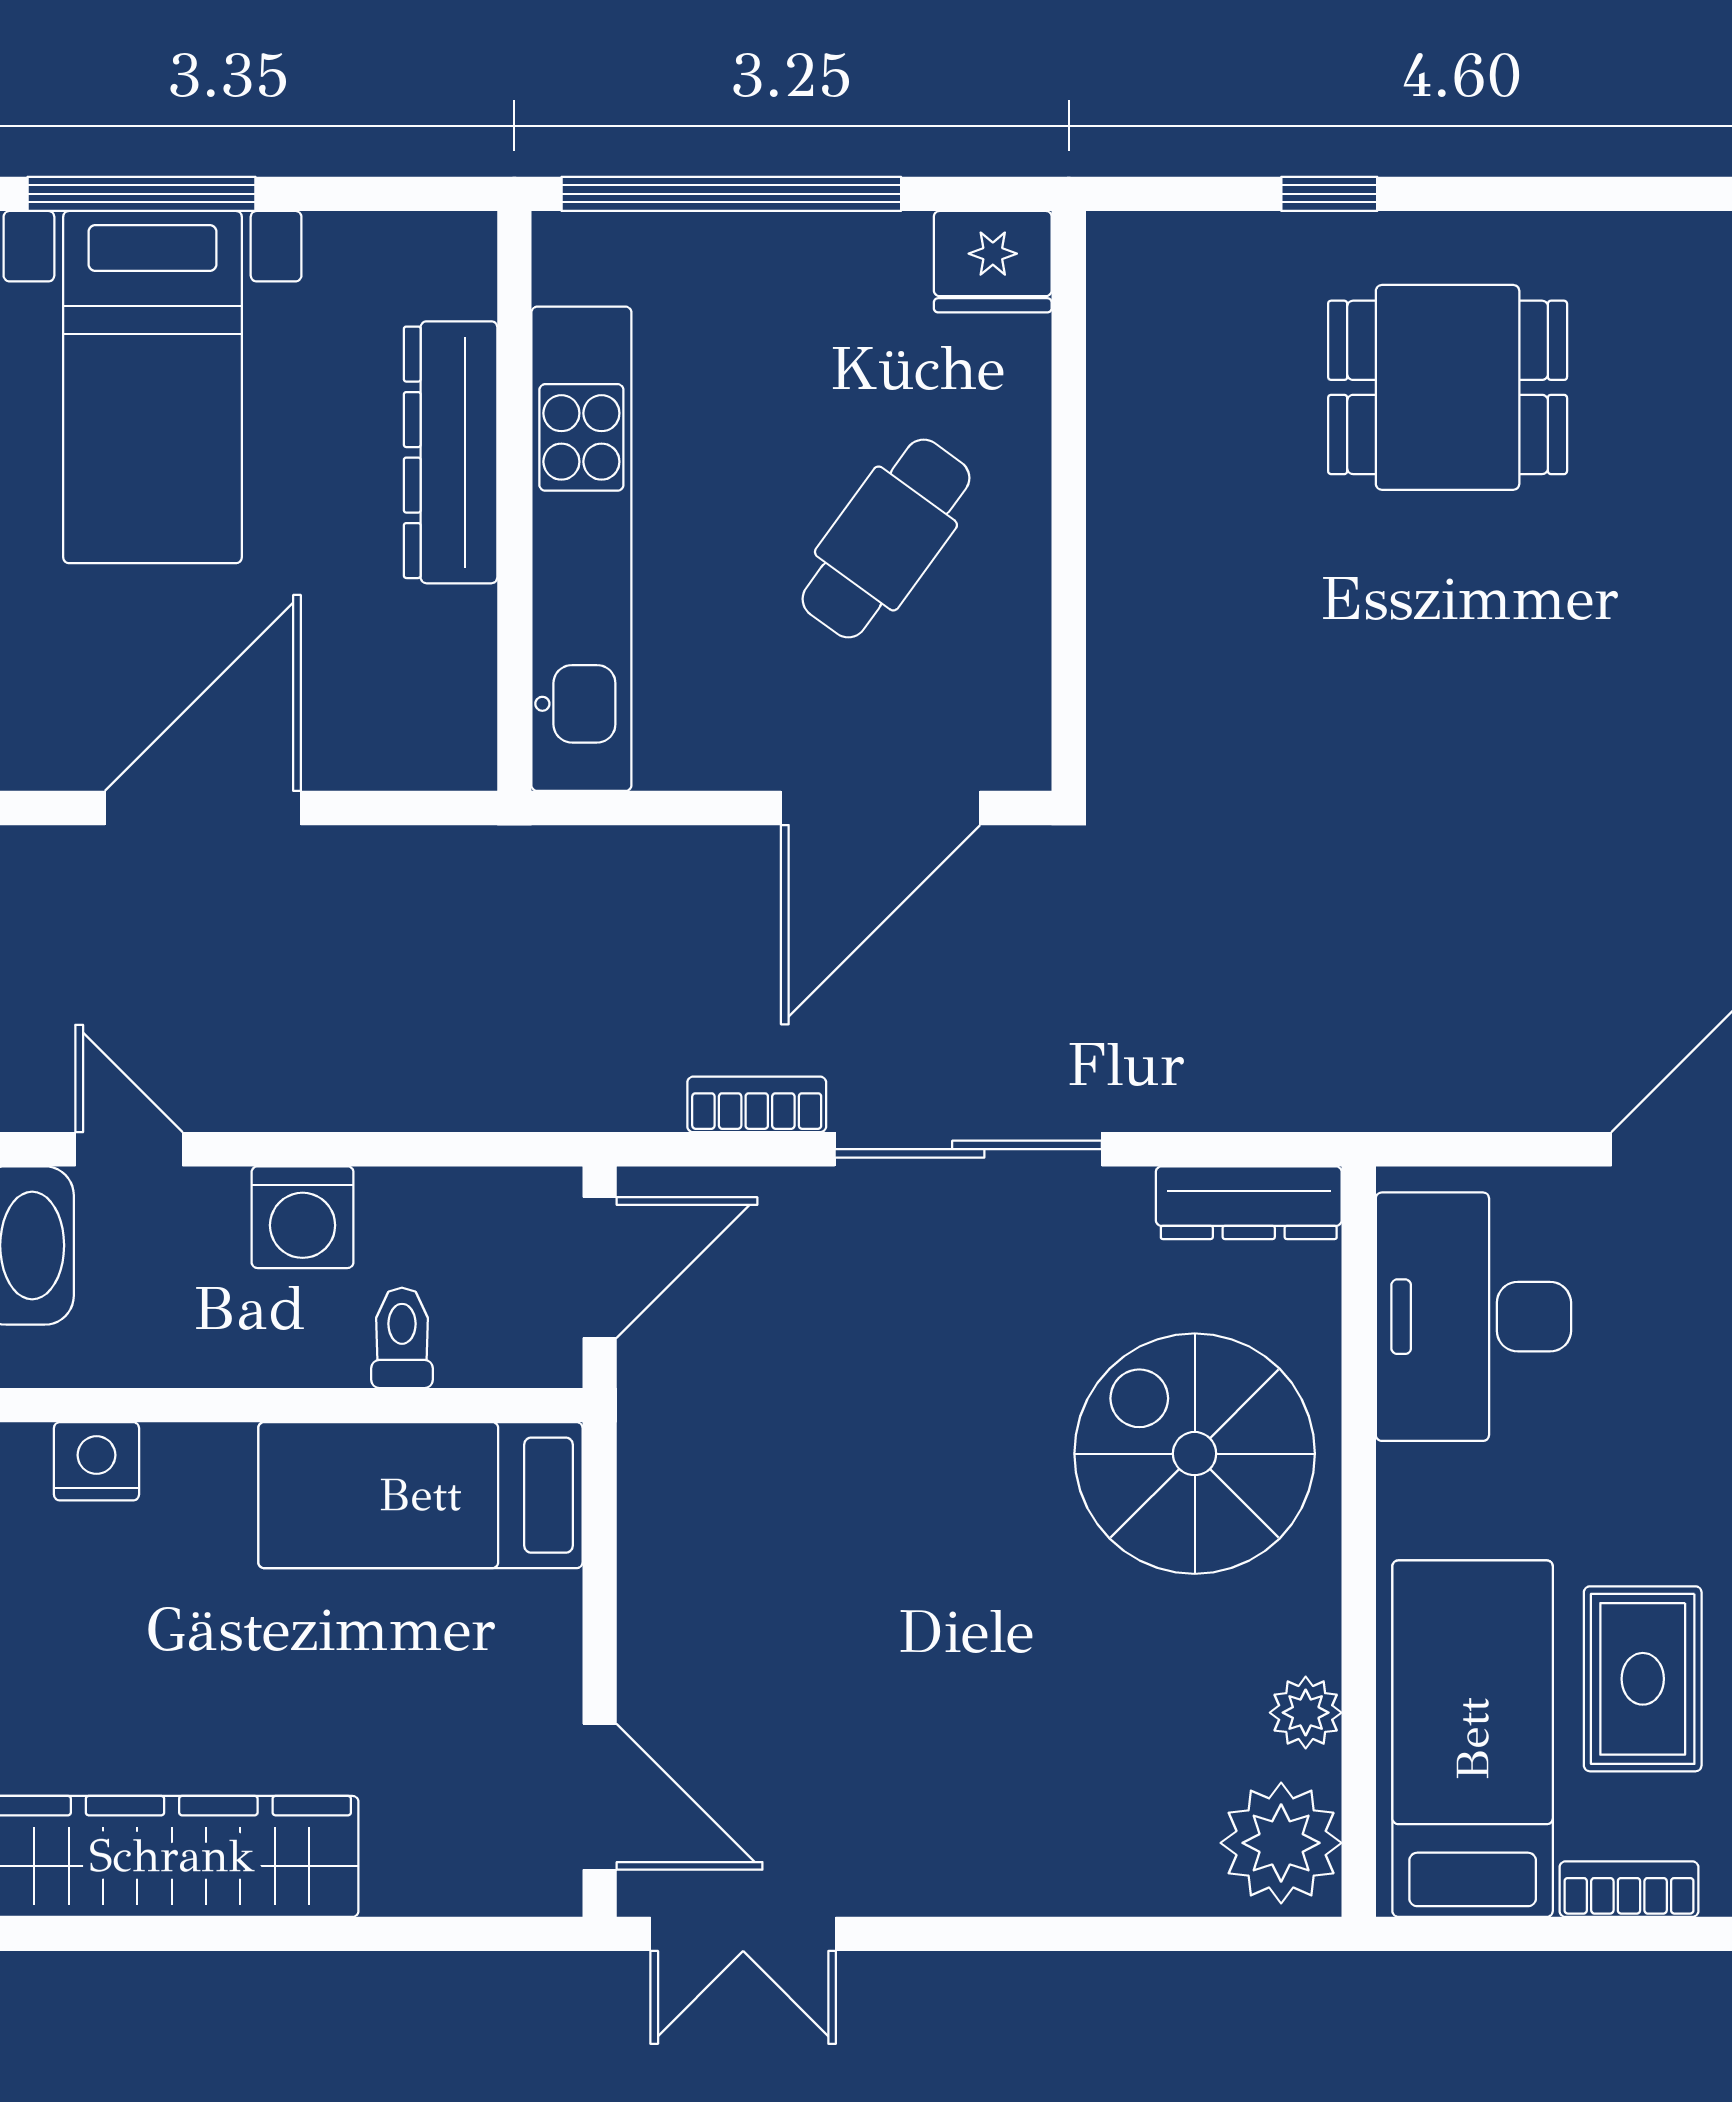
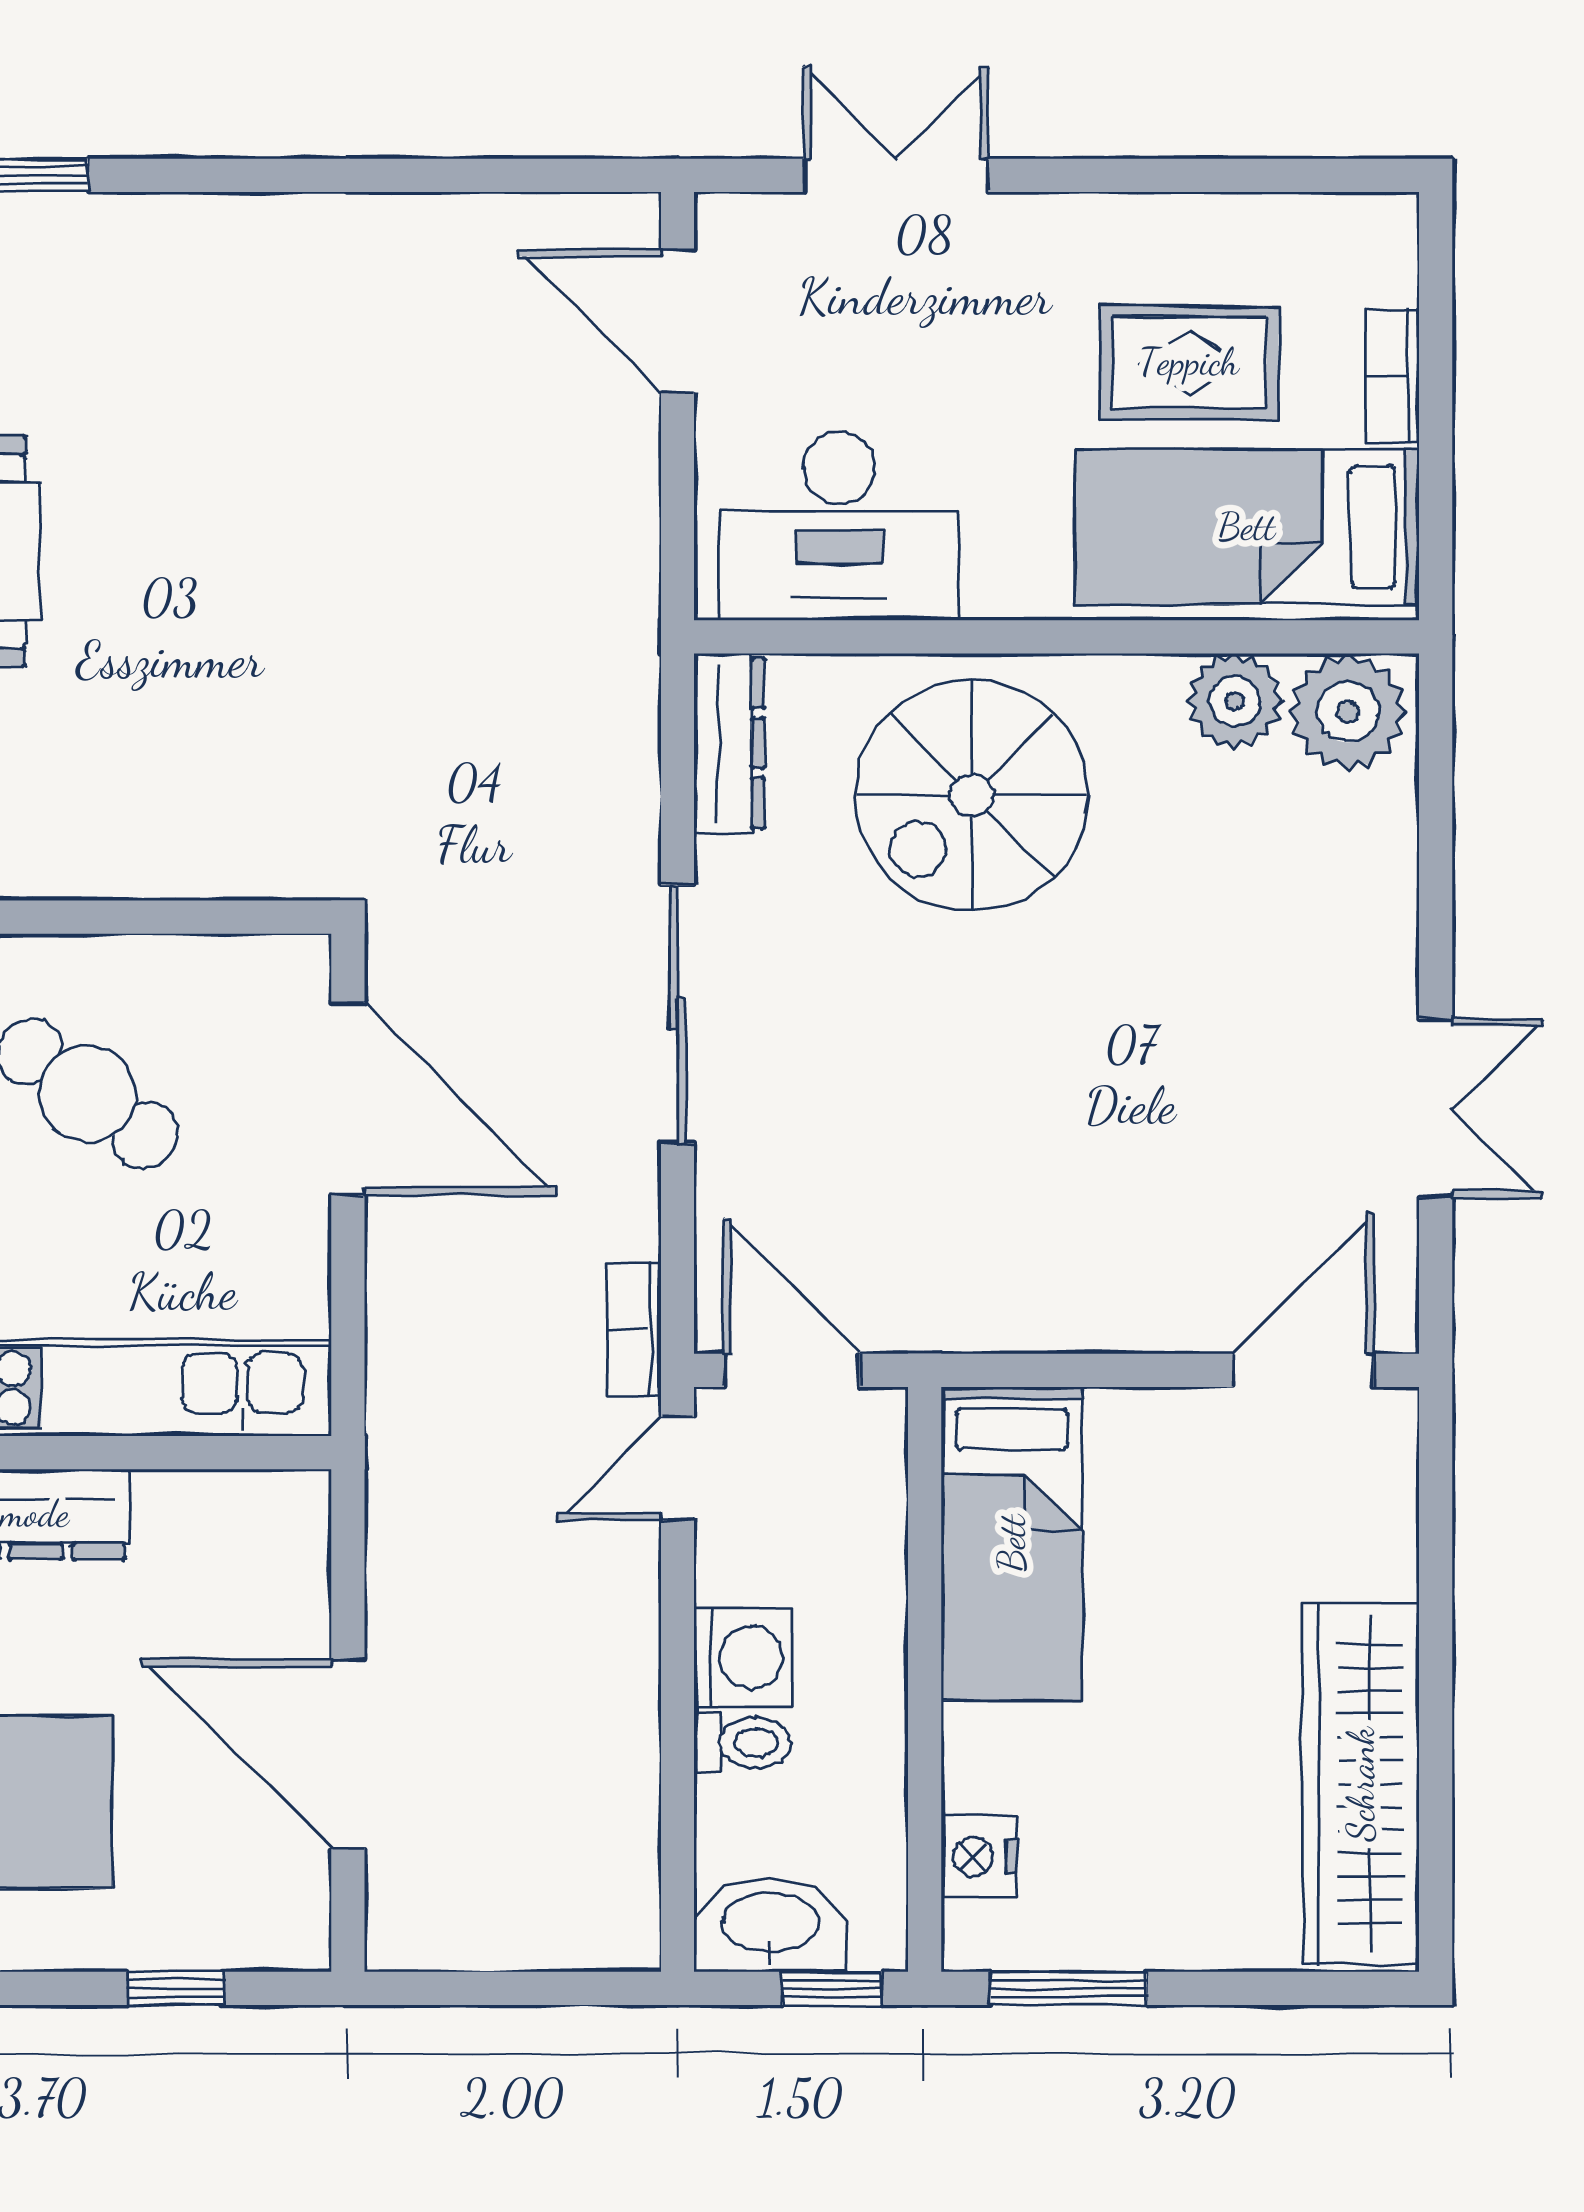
bookcase: (757, 1104) -> (634, 1329), moved
door: (129, 1149) -> (677, 1468), moved
toilet: (402, 1338) -> (742, 1743), moved, turned 180
plant: (1306, 1713) -> (1235, 701), width x1.38, depth x1.38
double door: (743, 1934) -> (1436, 1108), moved

